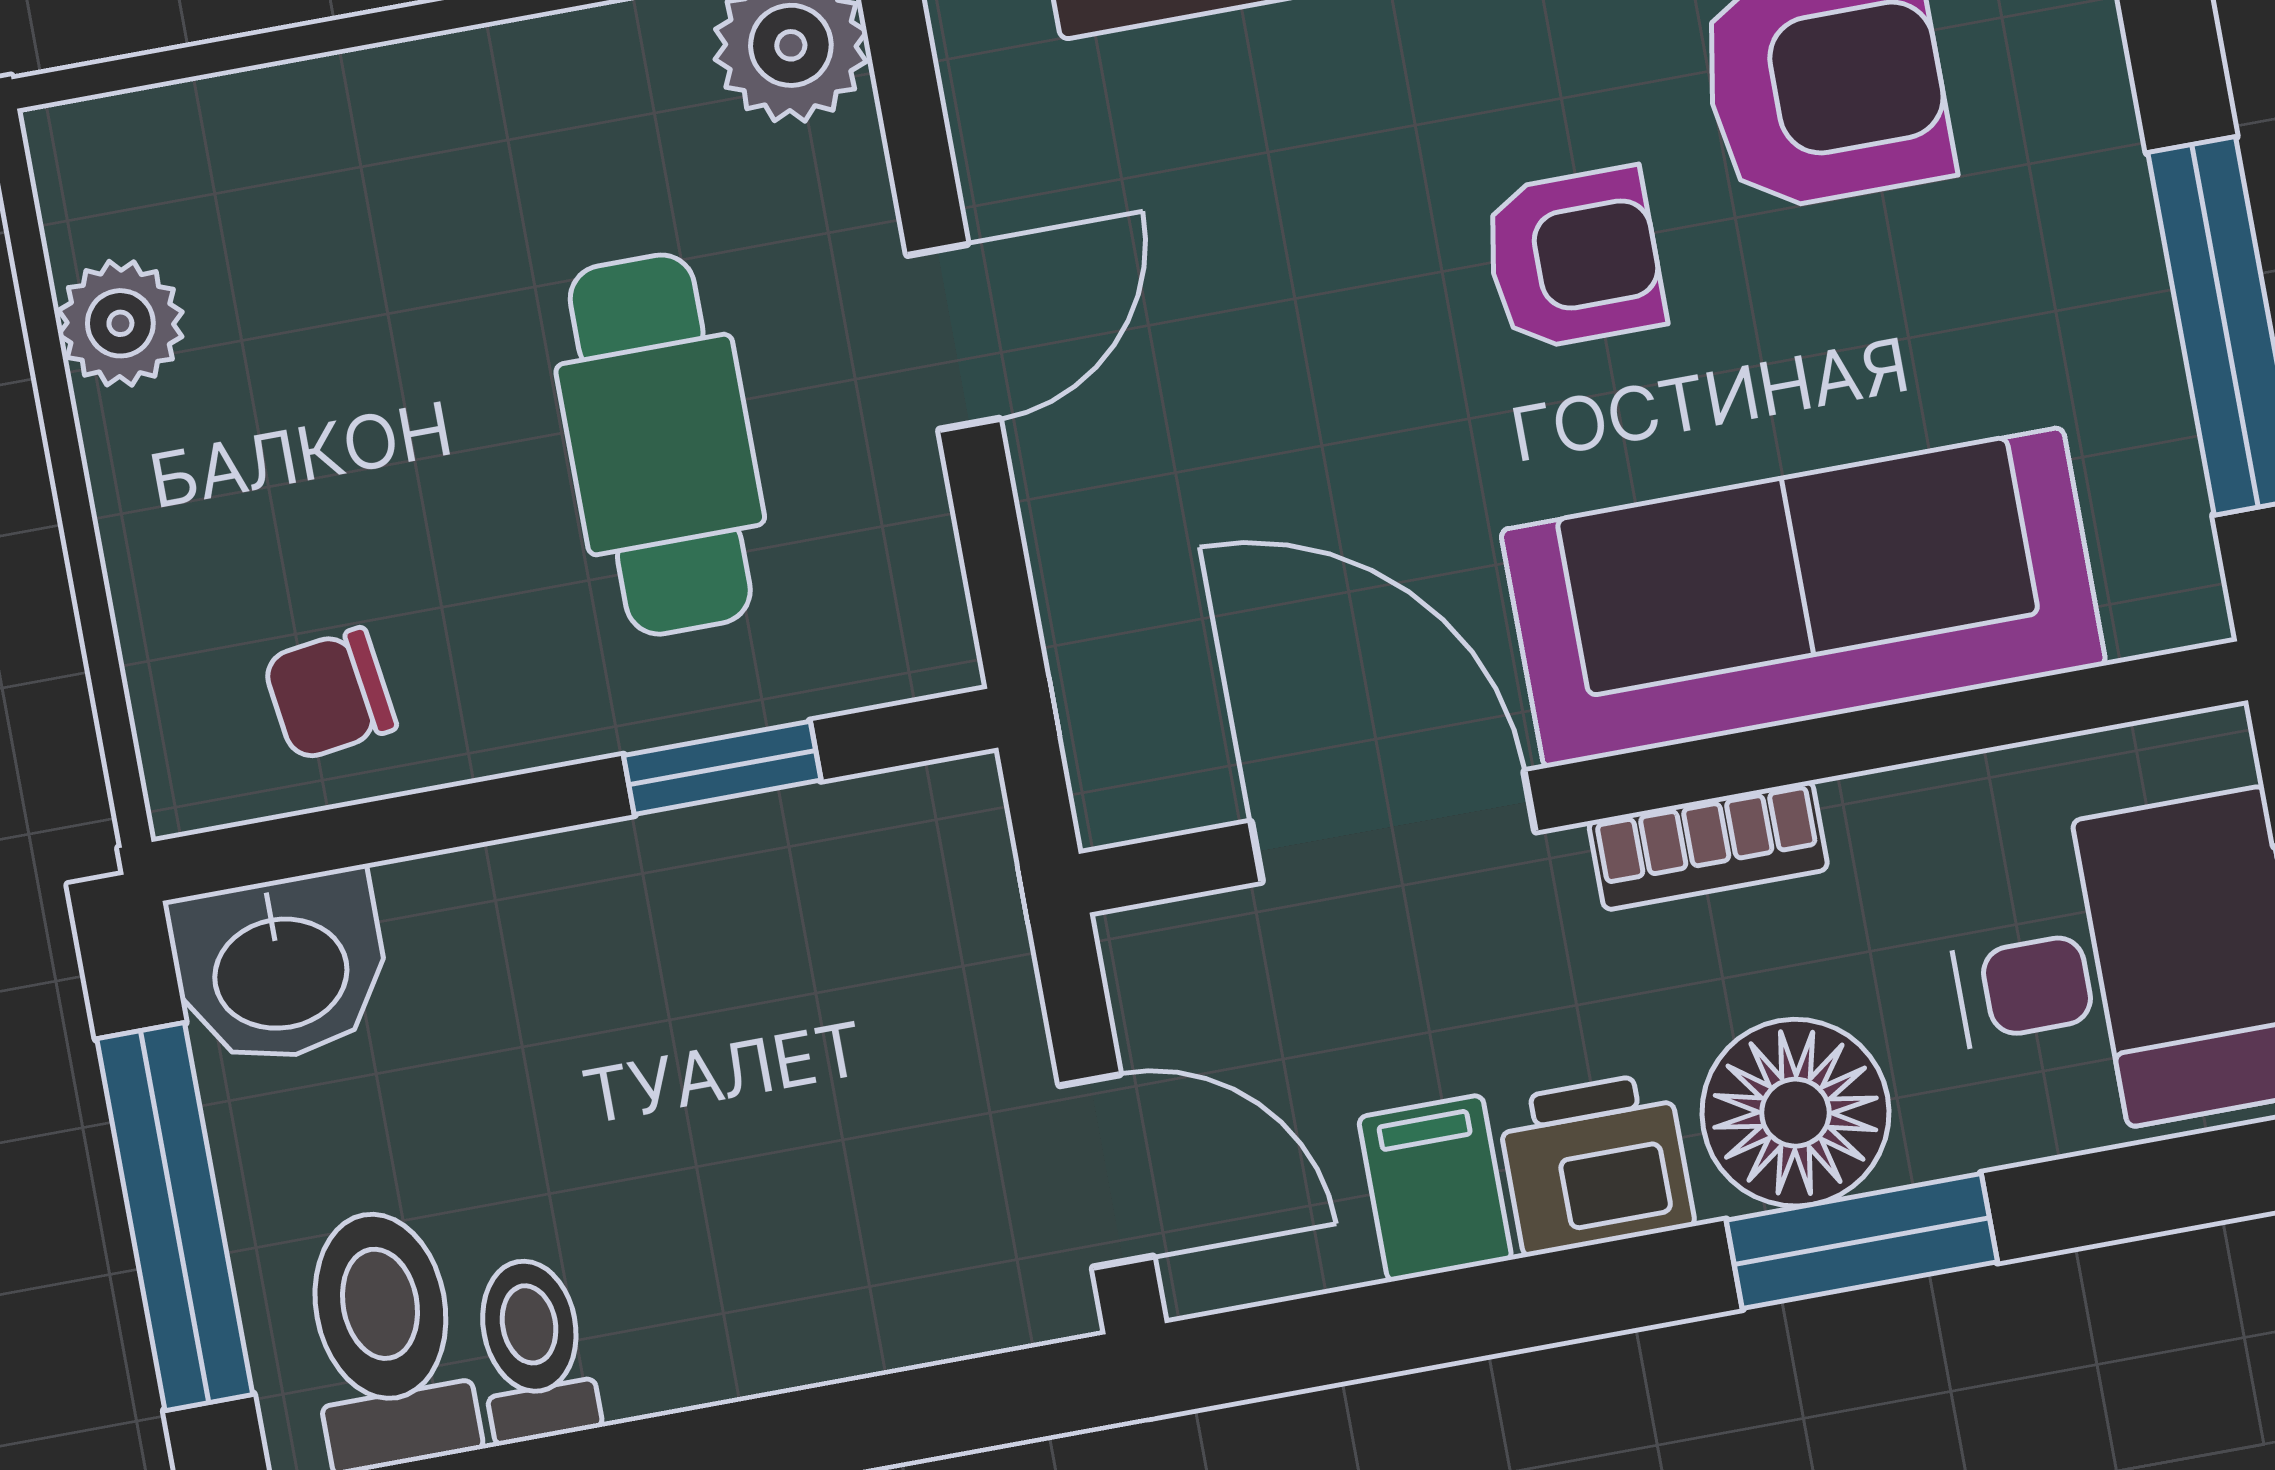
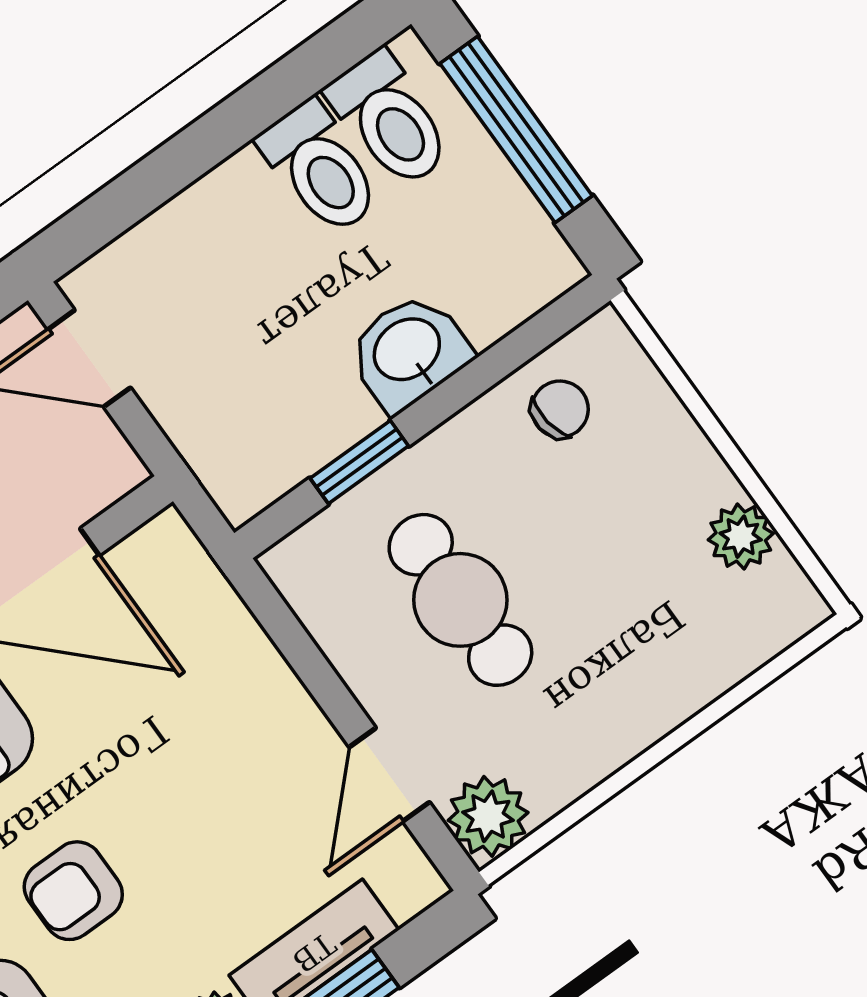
door: (953, 337) -> (389, 775), moved
washbasin: (280, 968) -> (408, 351), moved
toilet: (534, 1349) -> (320, 168), width x1.37, depth x1.39

